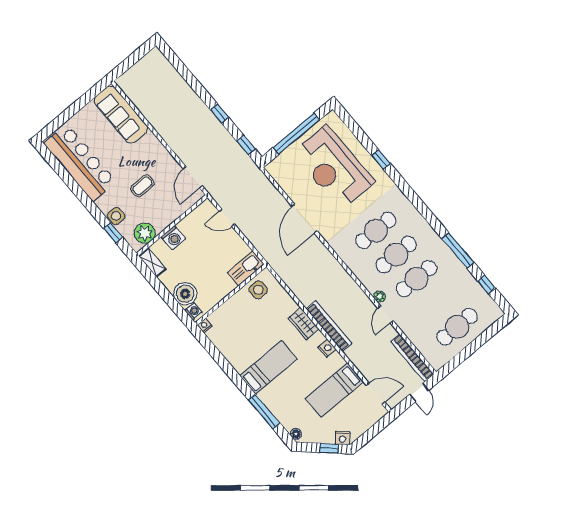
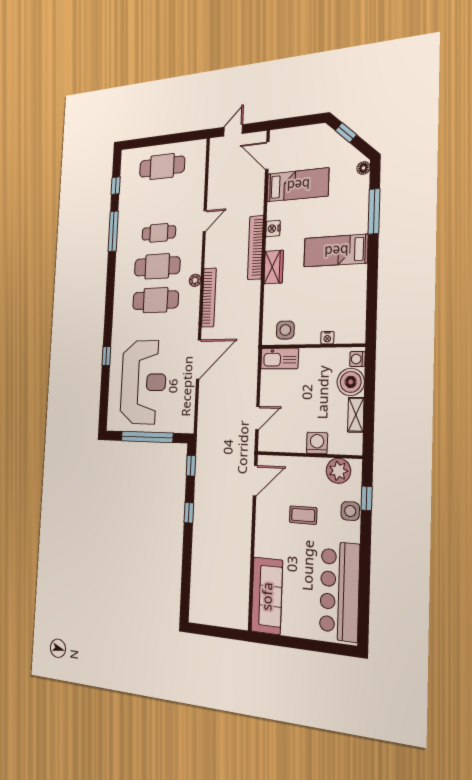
door: (227, 218) -> (257, 418), hinge flipped
shelving: (152, 263) -> (356, 415), moved
cafe table: (416, 279) -> (159, 233), width x0.73, depth x0.74
plant: (379, 297) -> (195, 280), moved
nightstand: (205, 326) -> (327, 338), moved
bookcase: (412, 358) -> (209, 298), moved
nightstand: (343, 438) -> (327, 134), removed

